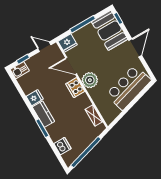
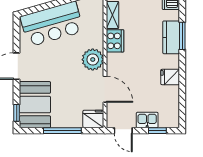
kitchen sink: (20, 70) -> (147, 120), moved
cooker: (75, 88) -> (115, 41), moved
kitchen counter: (43, 114) -> (171, 37), moved

